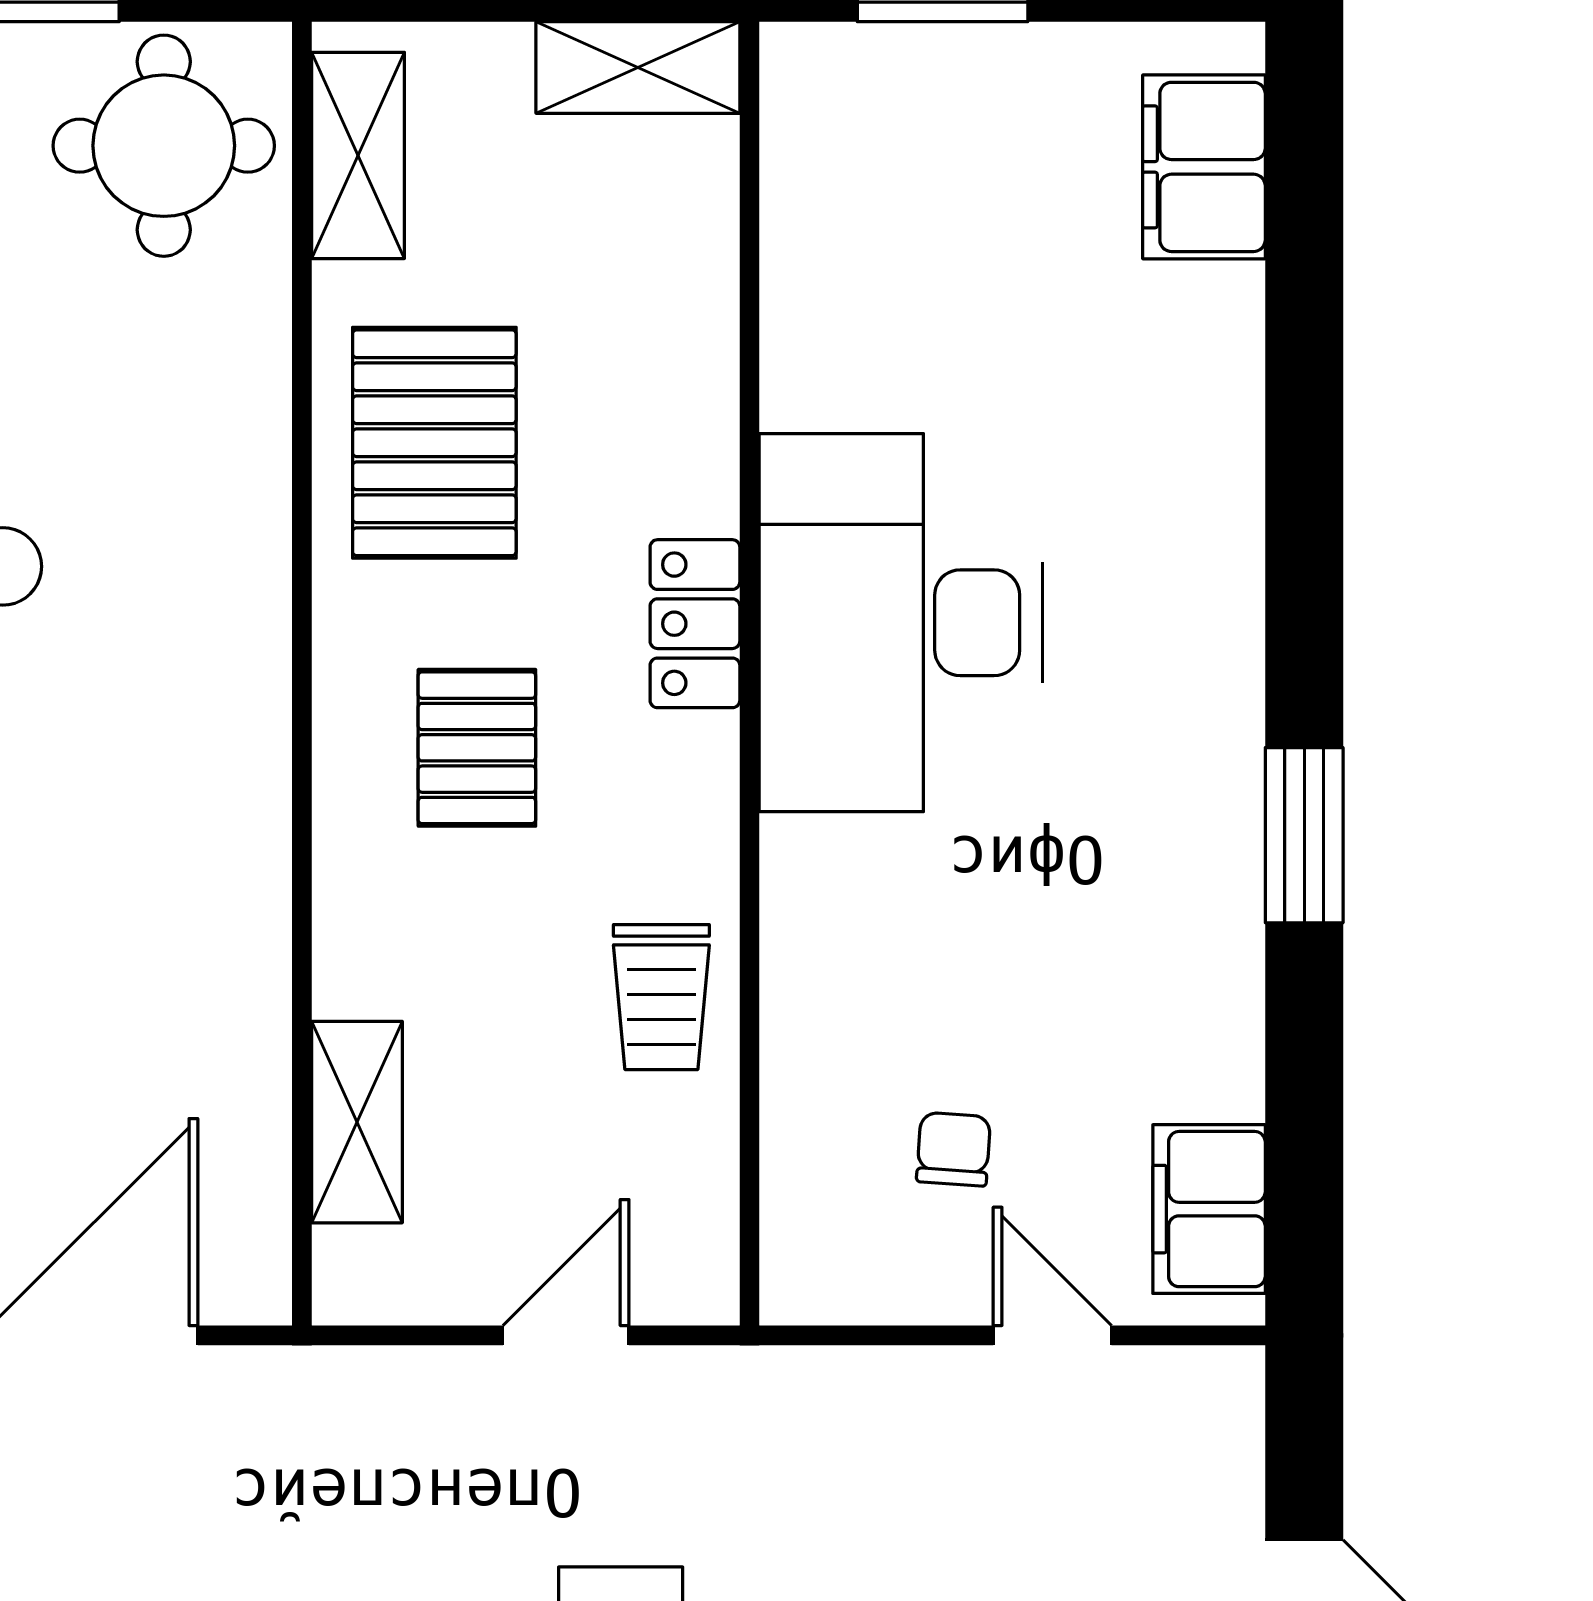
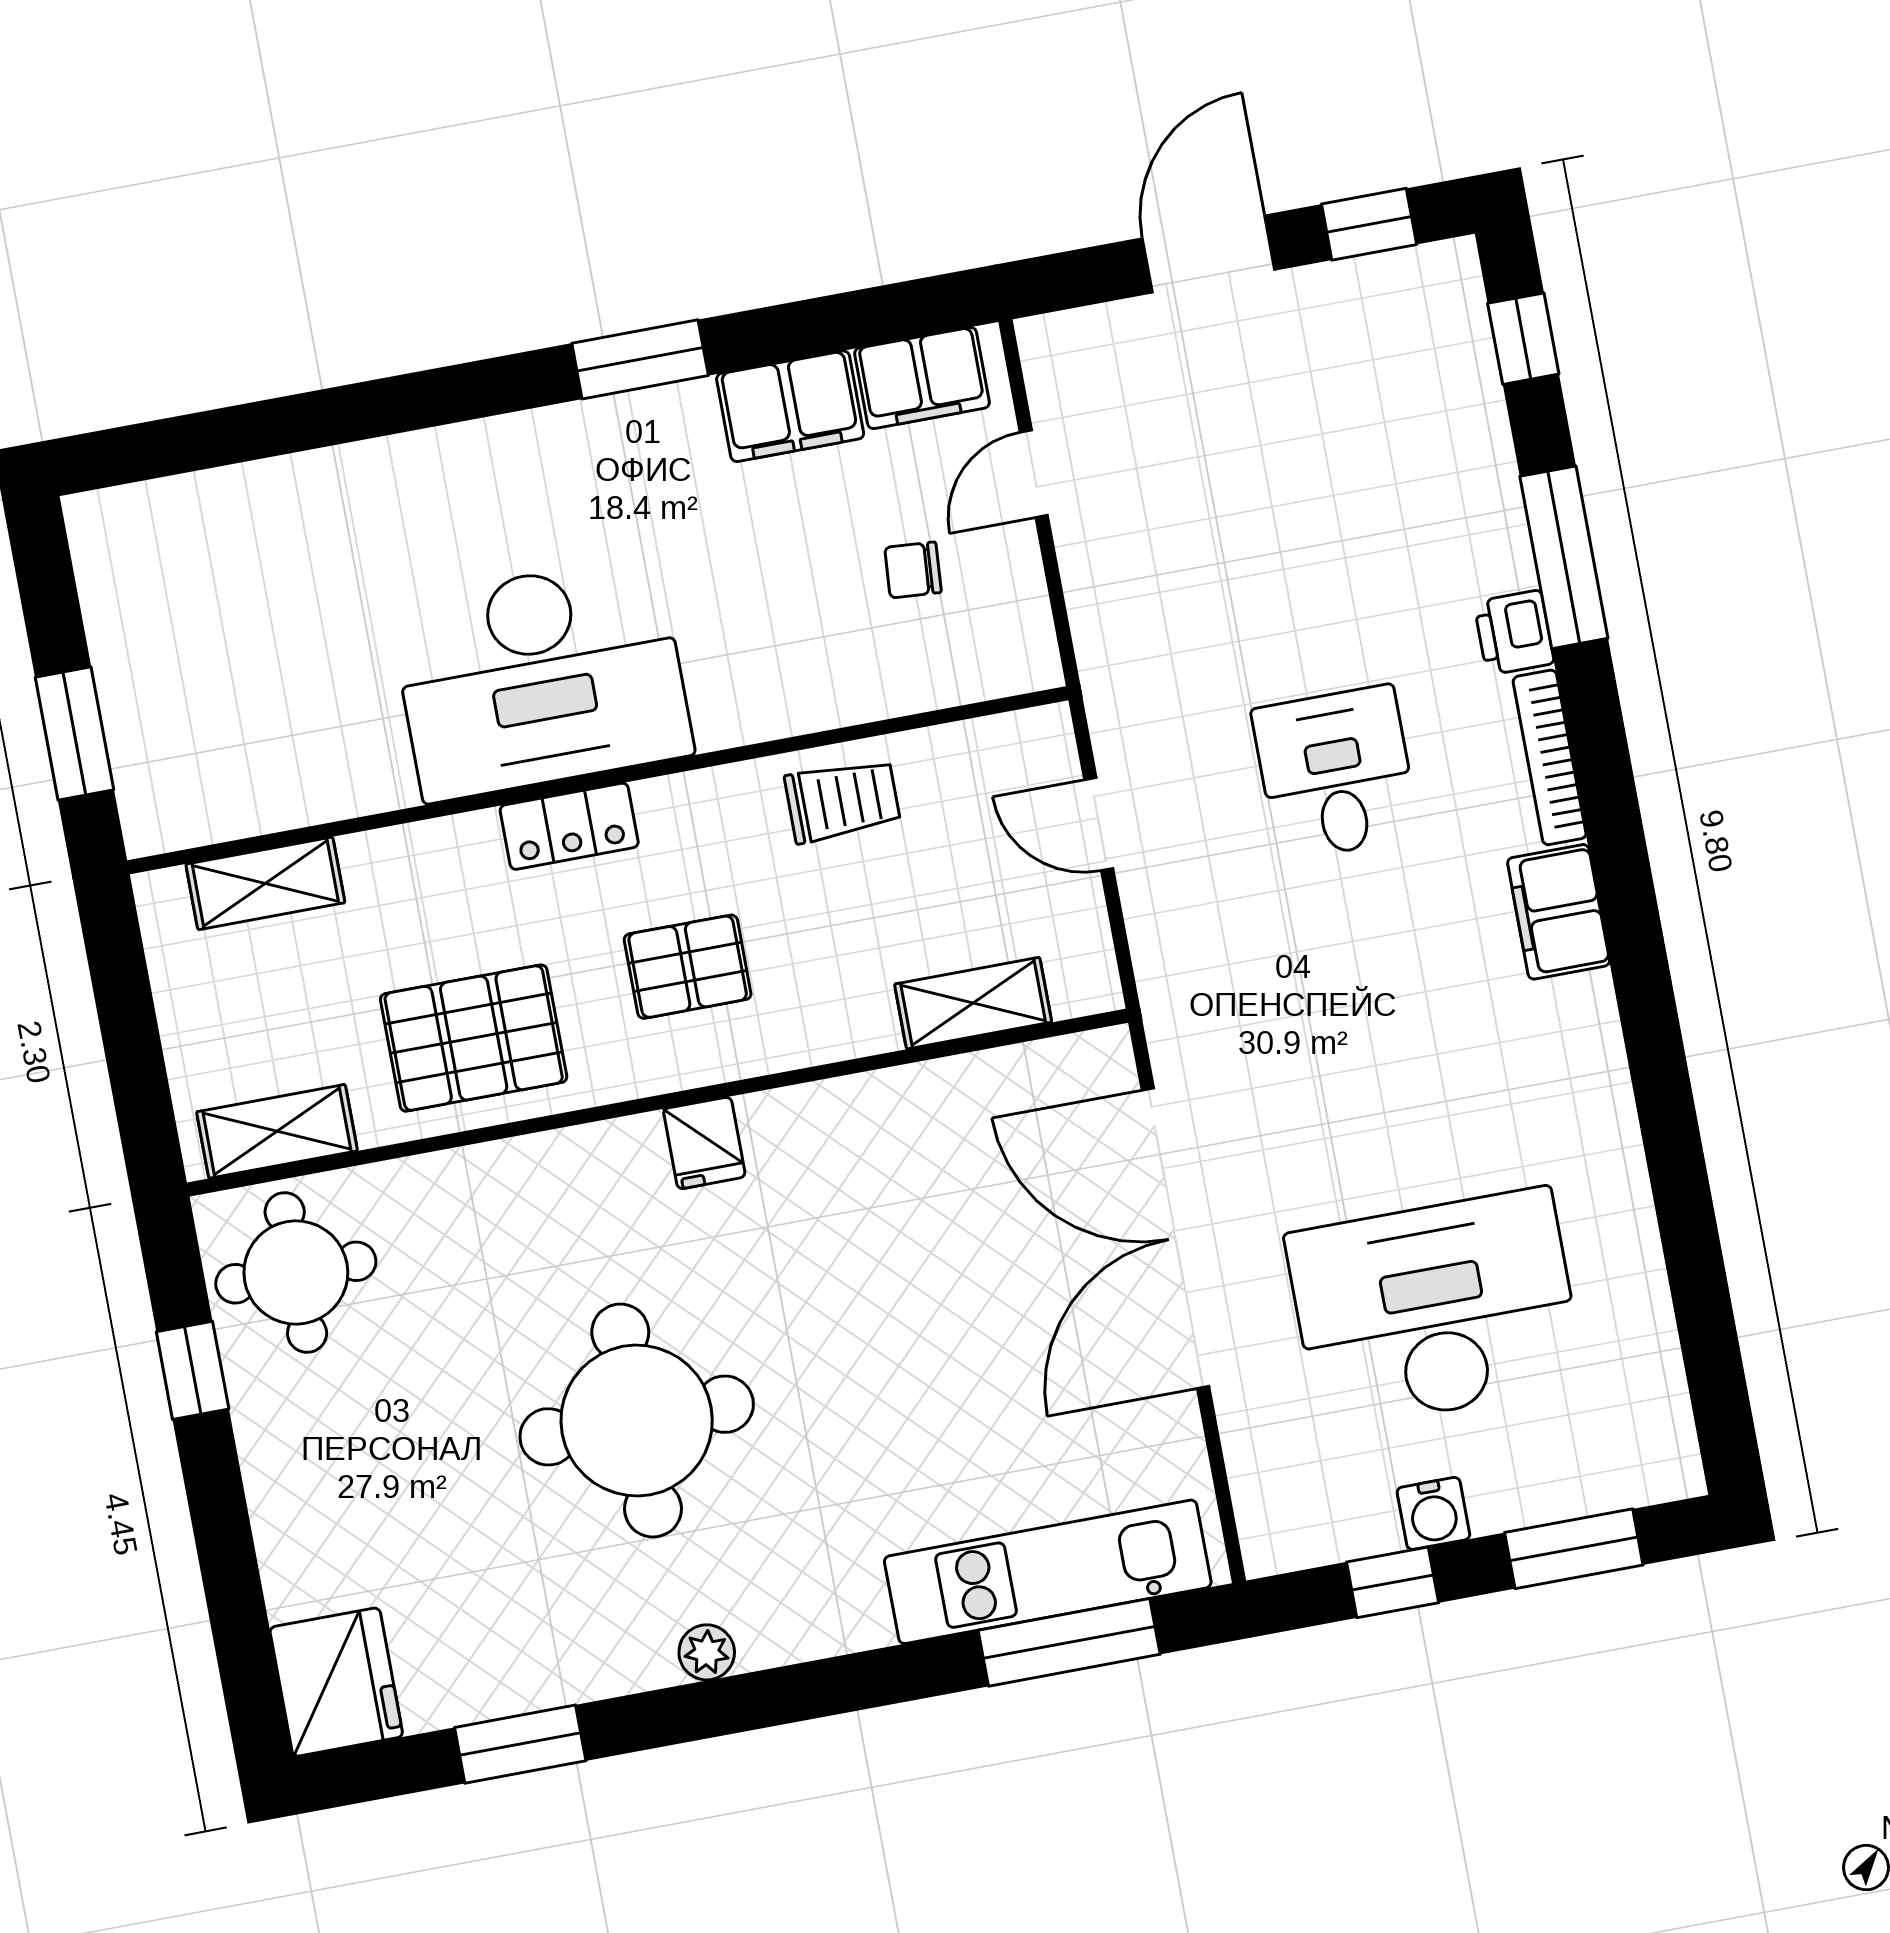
shelving: (638, 67) -> (265, 883), moved, turned 90
filing cabinet: (1204, 167) -> (790, 406), moved
fridge: (236, 726) -> (704, 1143), added

